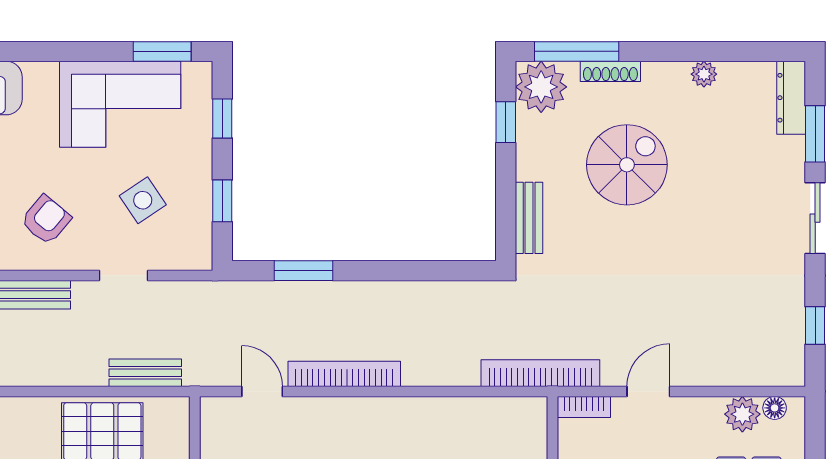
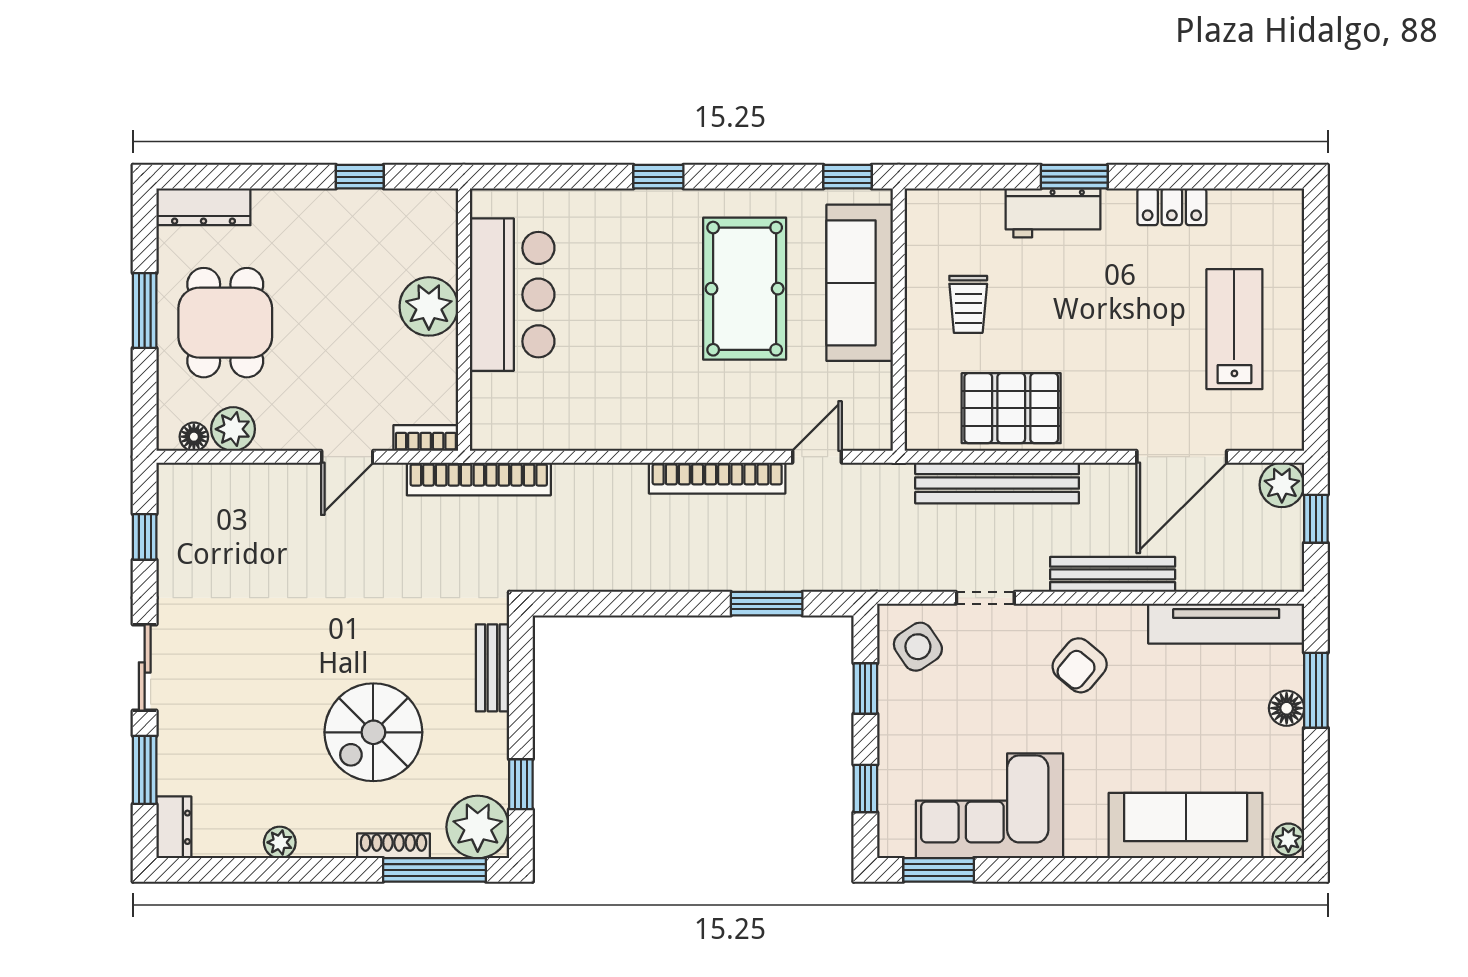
dresser: (791, 98) -> (174, 827), width x0.70
side table: (143, 200) -> (918, 647), moved
bench: (145, 373) -> (997, 483), width x1.86, depth x1.21
door: (262, 391) -> (817, 457), swing flipped

